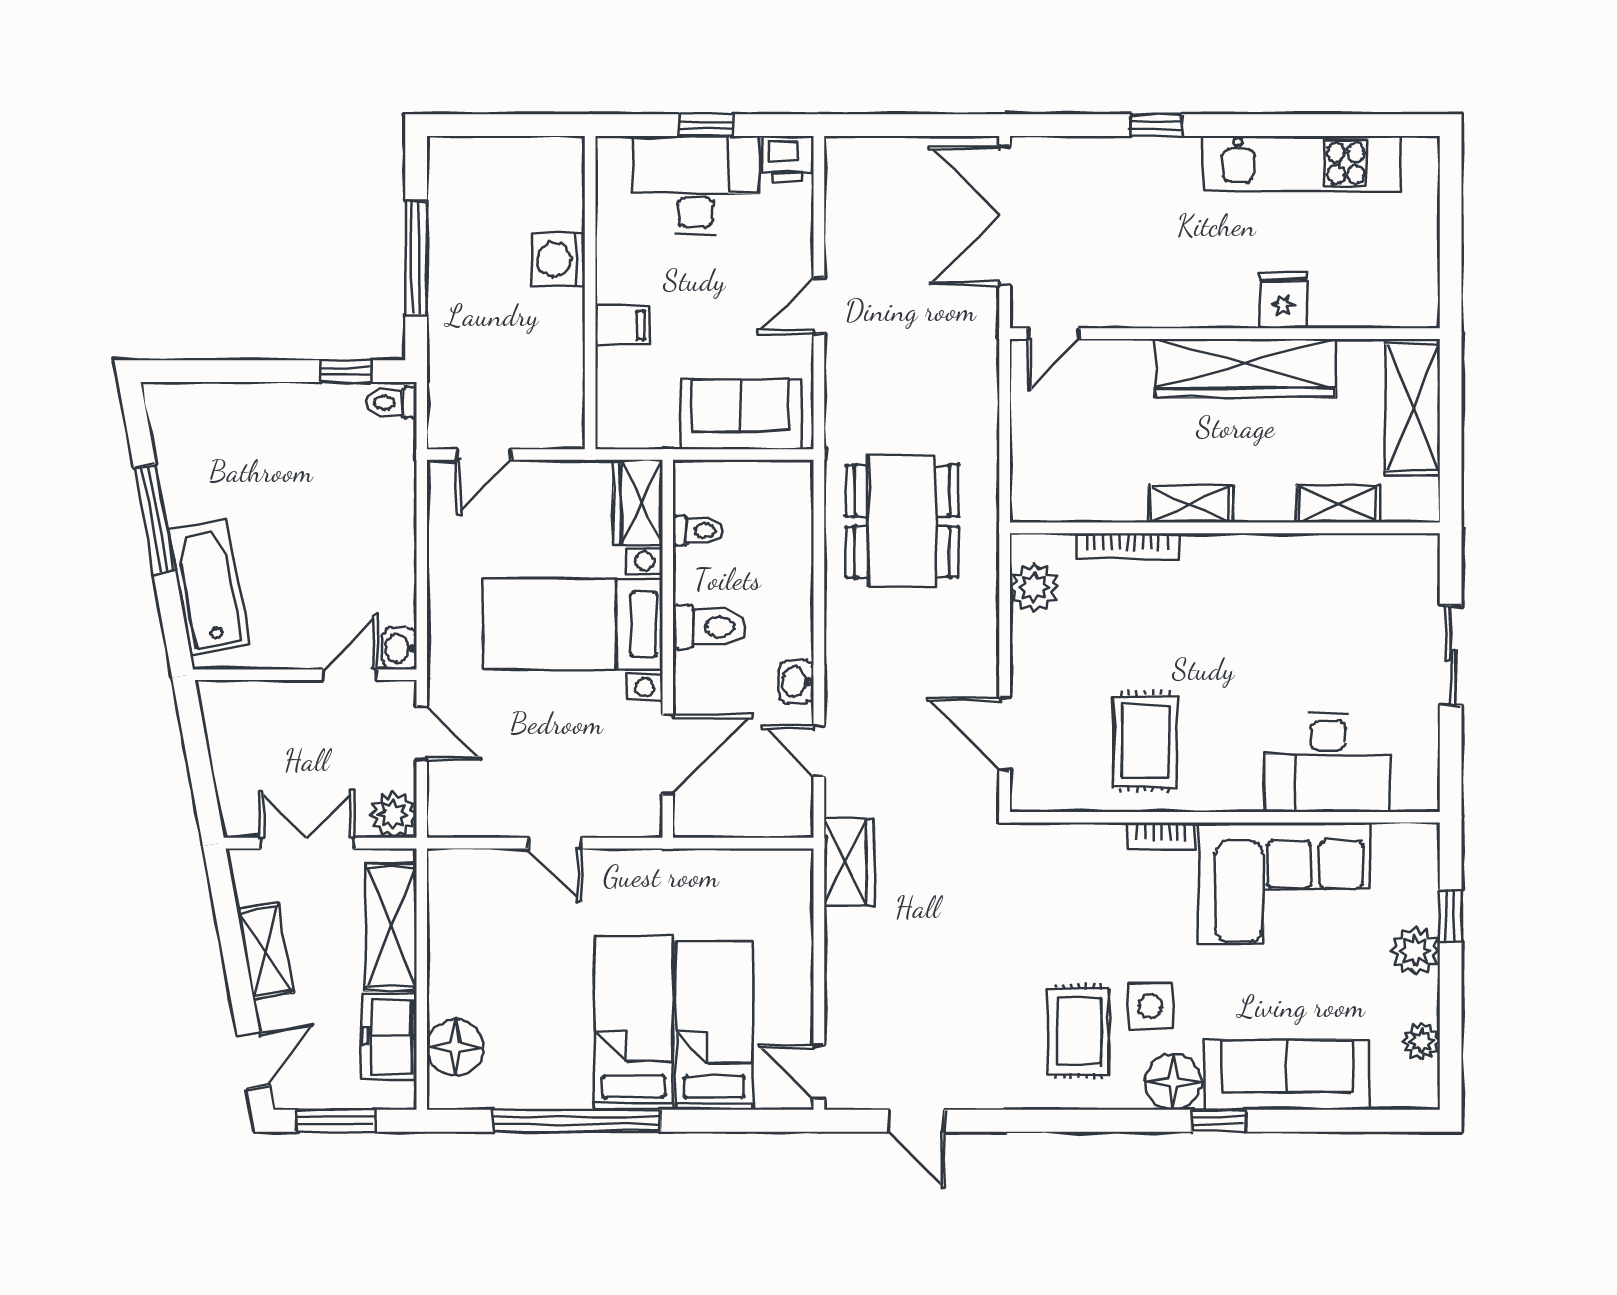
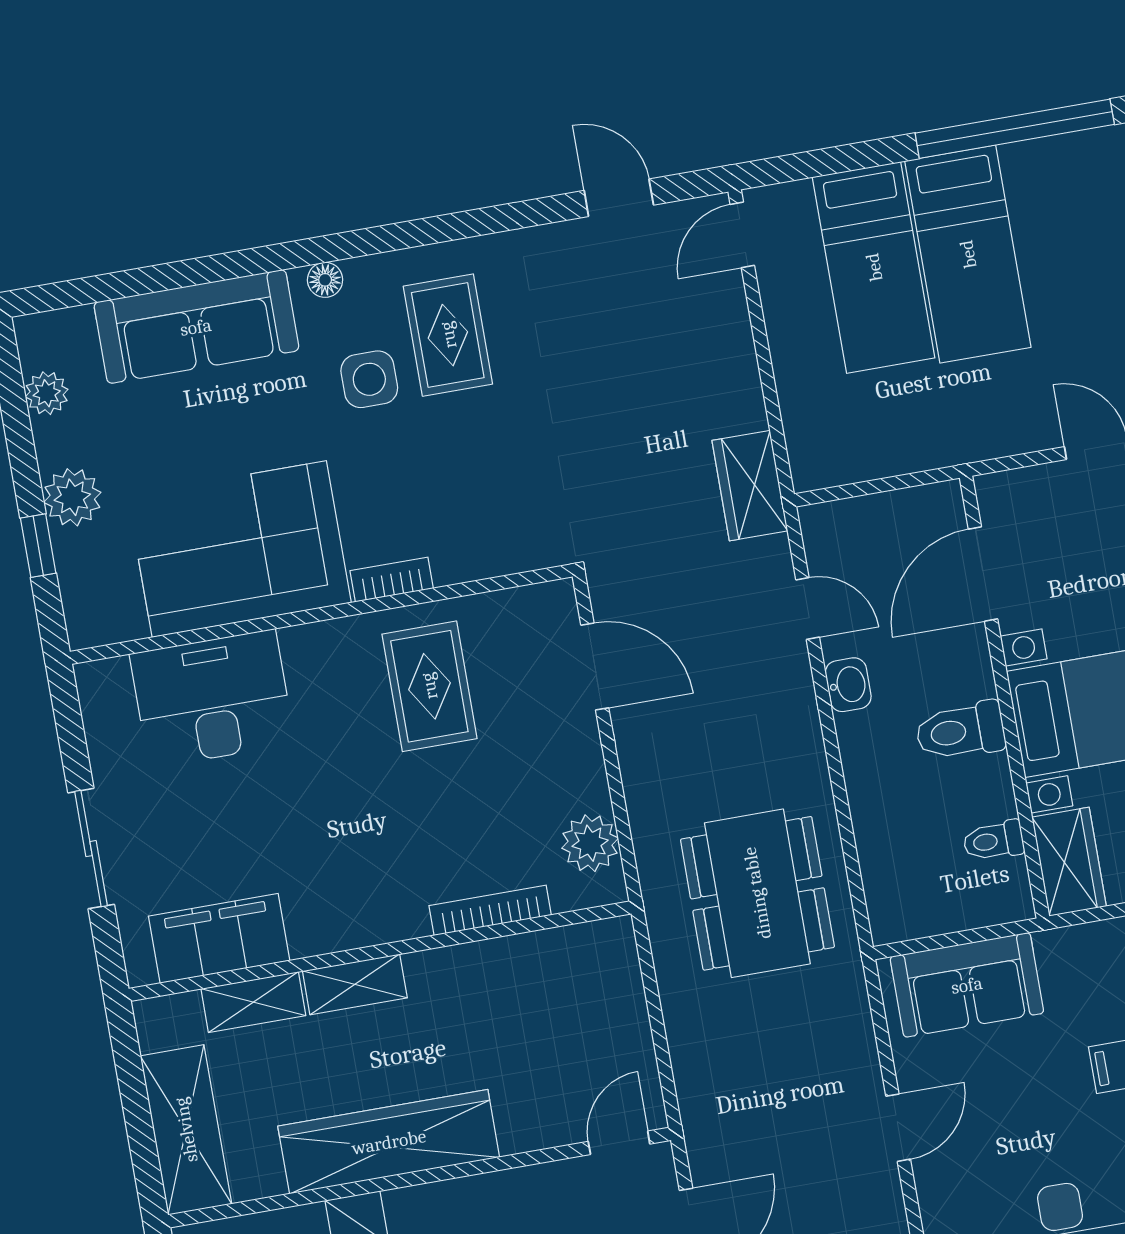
shelving: (1190, 504) -> (355, 984), moved
filing cabinet: (1357, 562) -> (219, 938), added
door: (819, 1072) -> (742, 235), swing flipped
floor lamp: (1173, 1082) -> (325, 280), width x0.53, depth x0.53
window: (1218, 1121) -> (267, 259), removed

